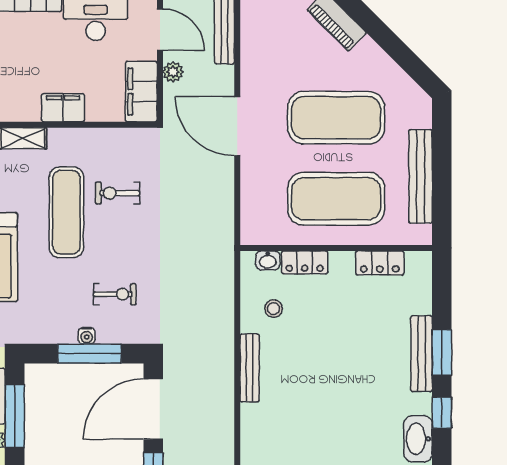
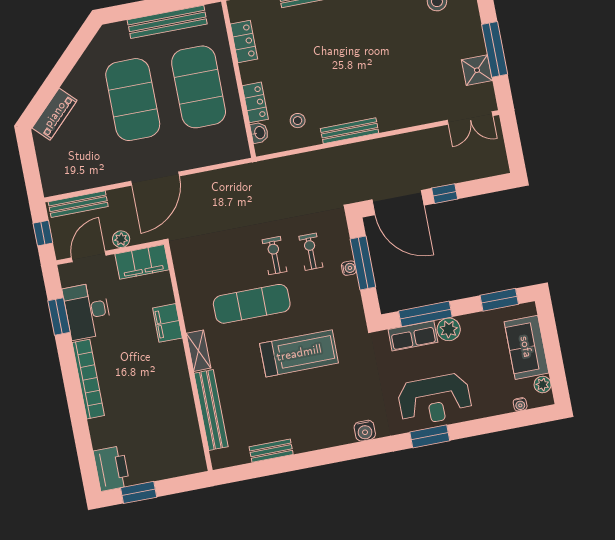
exercise bike: (118, 193) -> (275, 256), moved, turned 180

